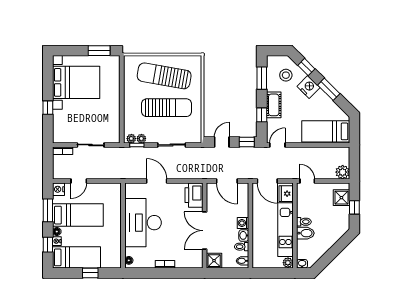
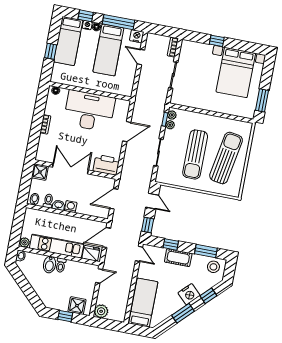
stool: (286, 75) -> (213, 267), moved
window: (48, 210) -> (118, 22), width x1.44

